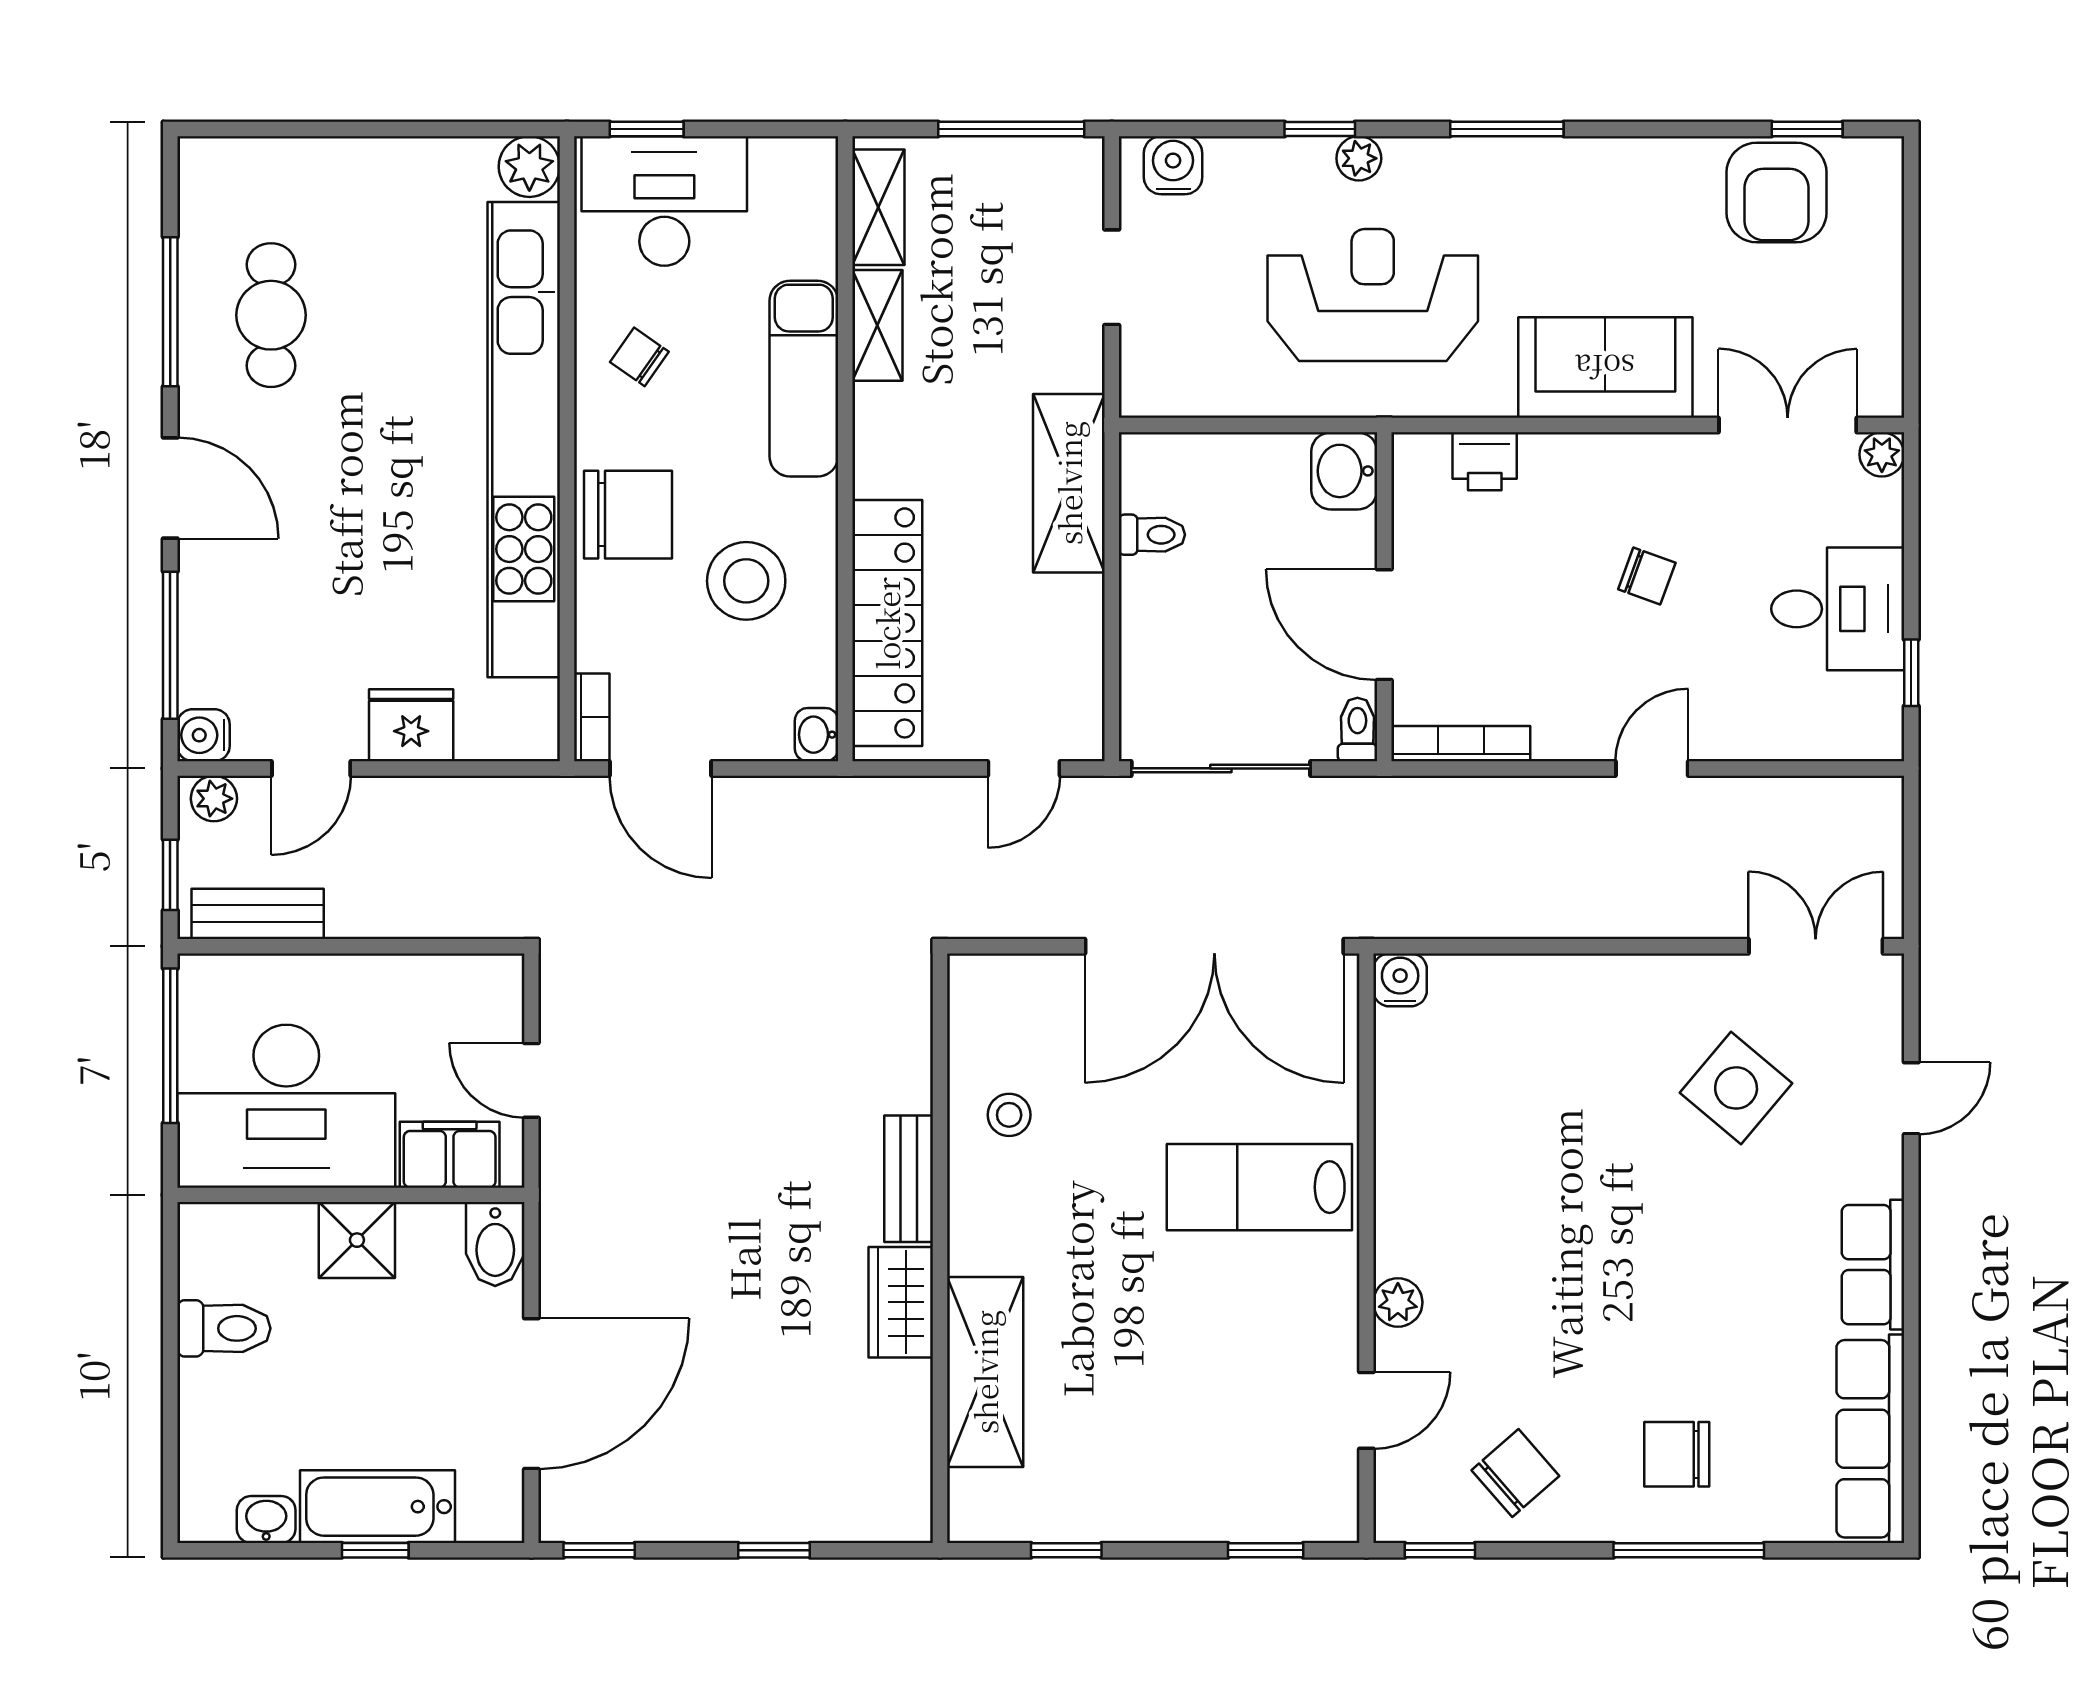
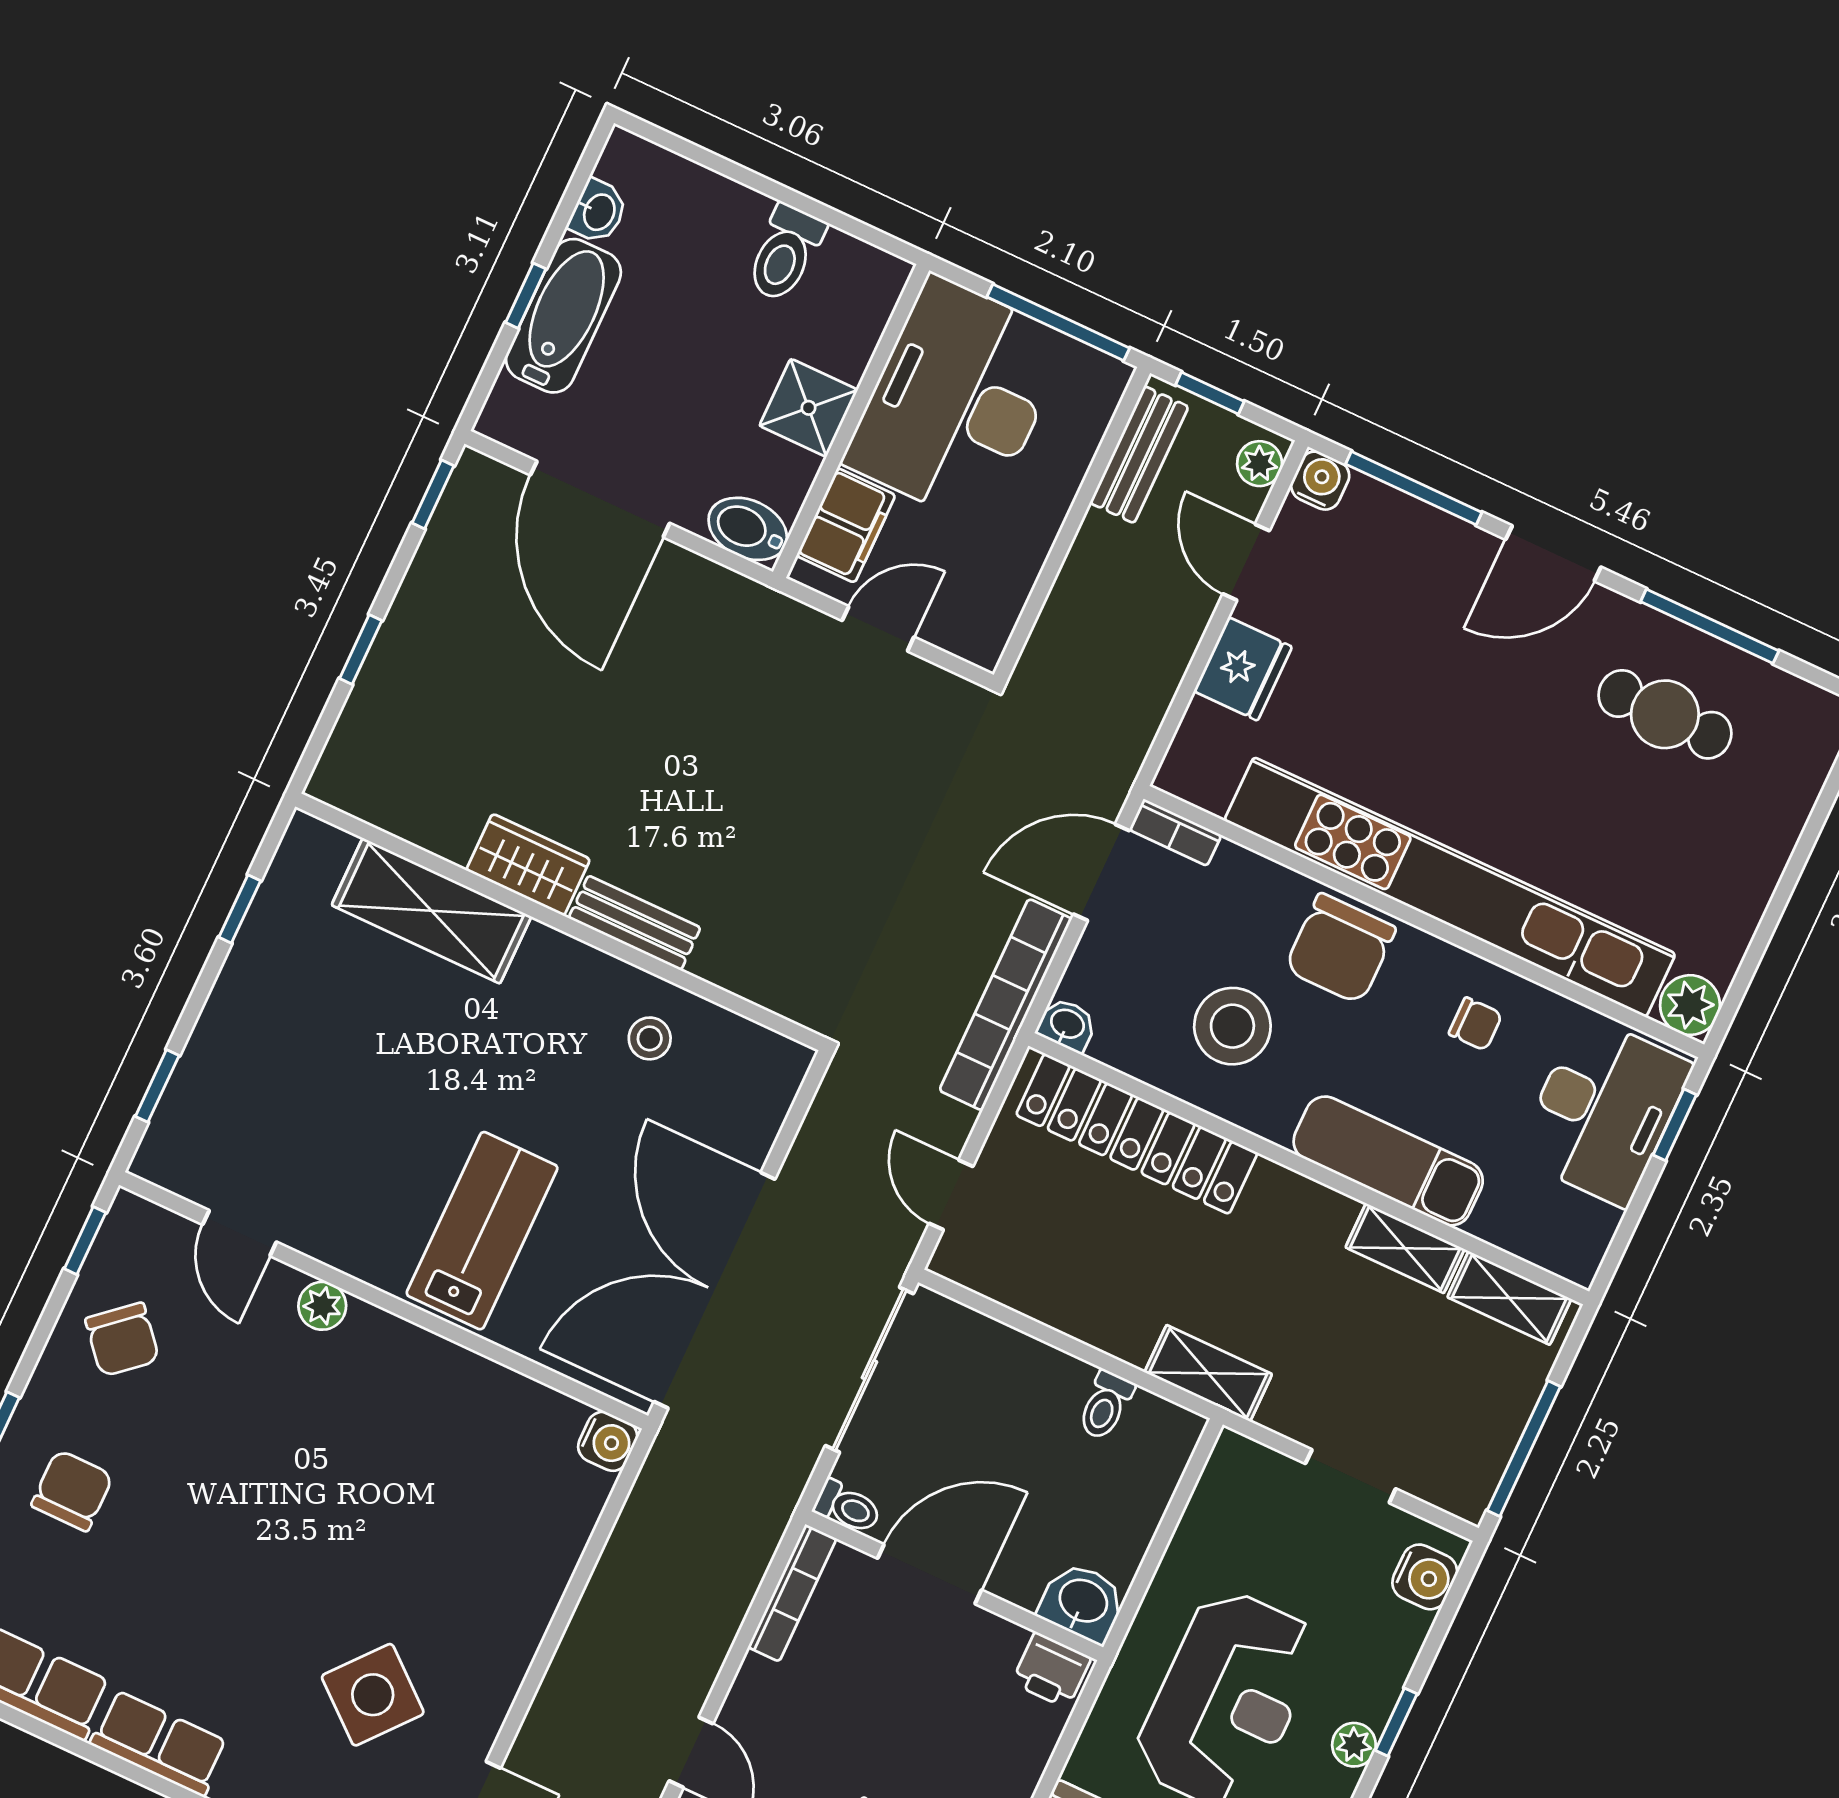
chair: (639, 357) -> (1475, 1024), turned 55
printer: (1485, 461) -> (1051, 1670), moved, turned -90
shelving: (1069, 483) -> (1208, 1373), width x0.67, depth x0.75
bookcase: (824, 800) -> (1005, 1005), added

